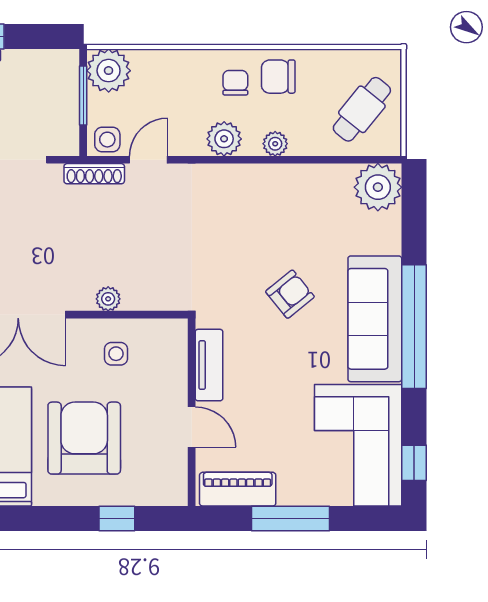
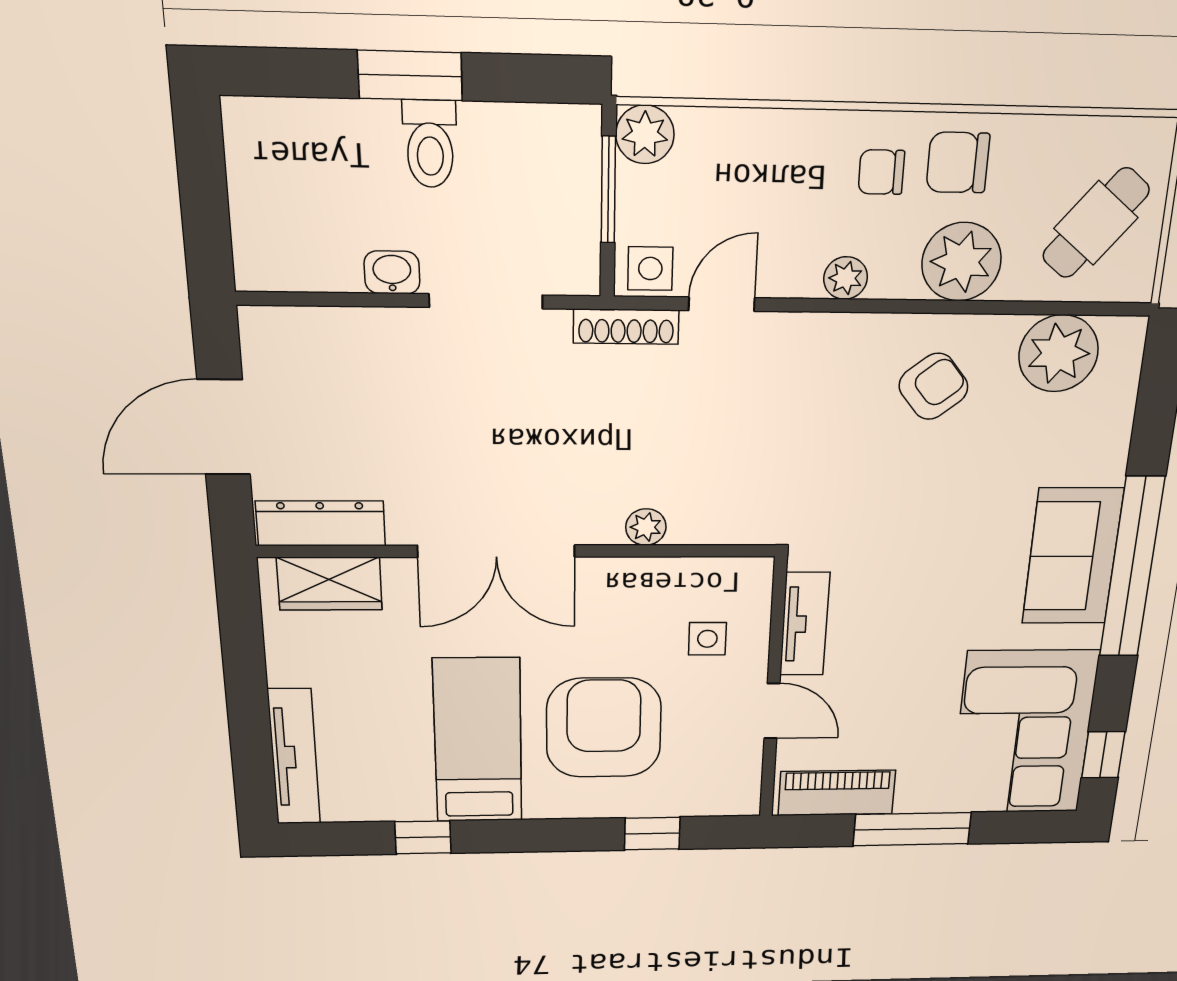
plant: (109, 71) -> (645, 134), width x0.73, depth x0.73
chair: (235, 83) -> (881, 172), turned -90
plant: (224, 139) -> (846, 278), width x0.73, depth x0.73
plant: (275, 144) -> (961, 262), width x1.88, depth x1.88
plant: (378, 187) -> (1059, 353), moved
armchair: (290, 294) -> (933, 386), moved
sofa: (375, 319) -> (1072, 556), width x0.73
side table: (116, 354) -> (707, 639), moved

